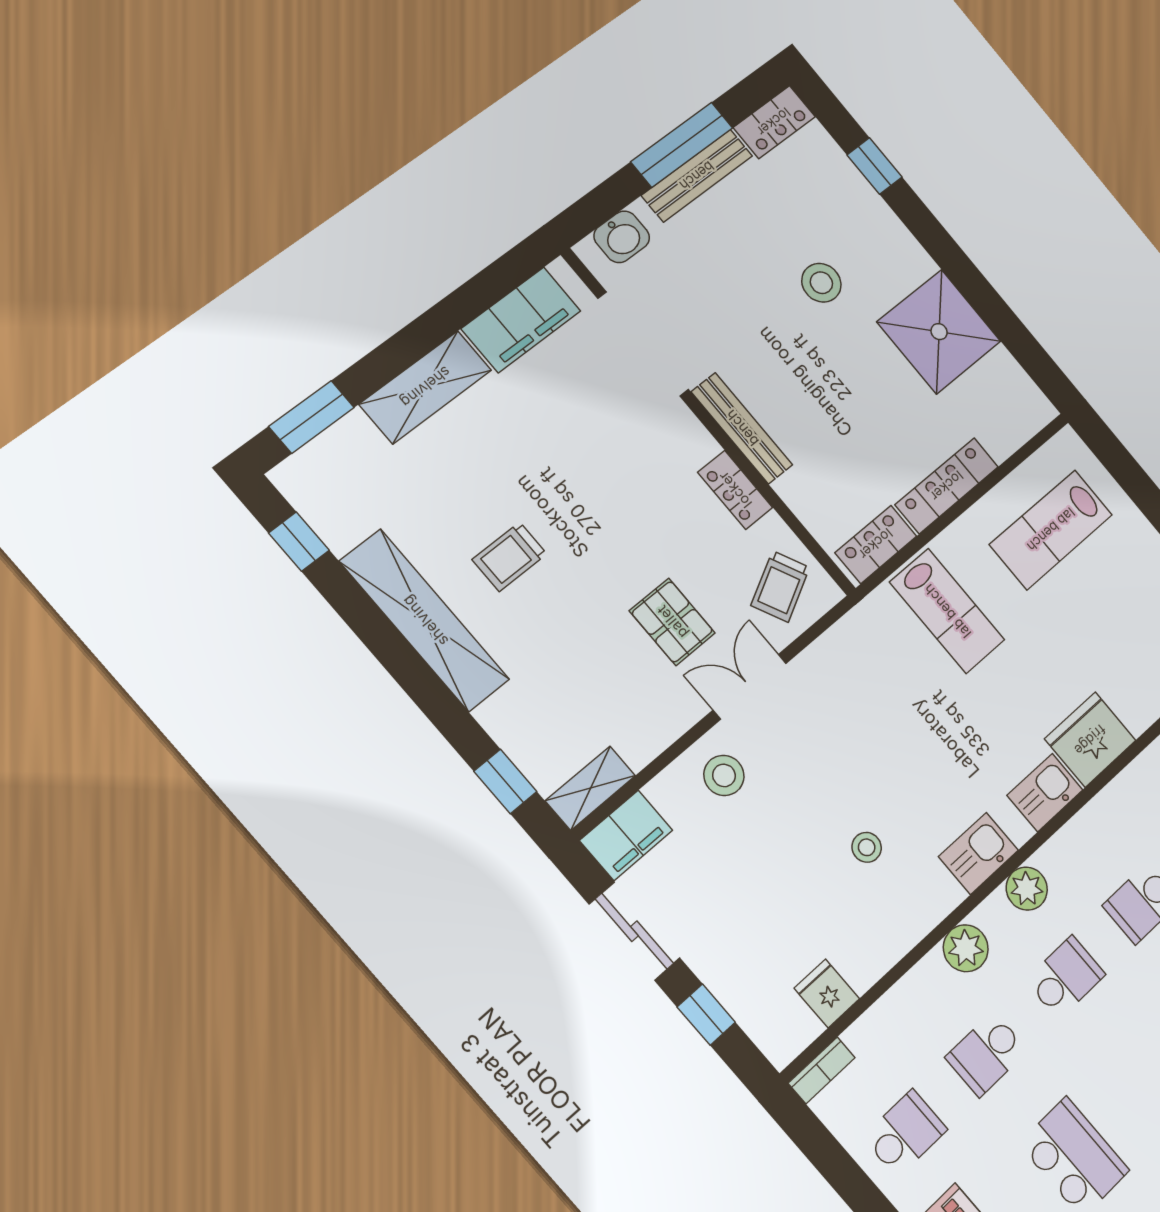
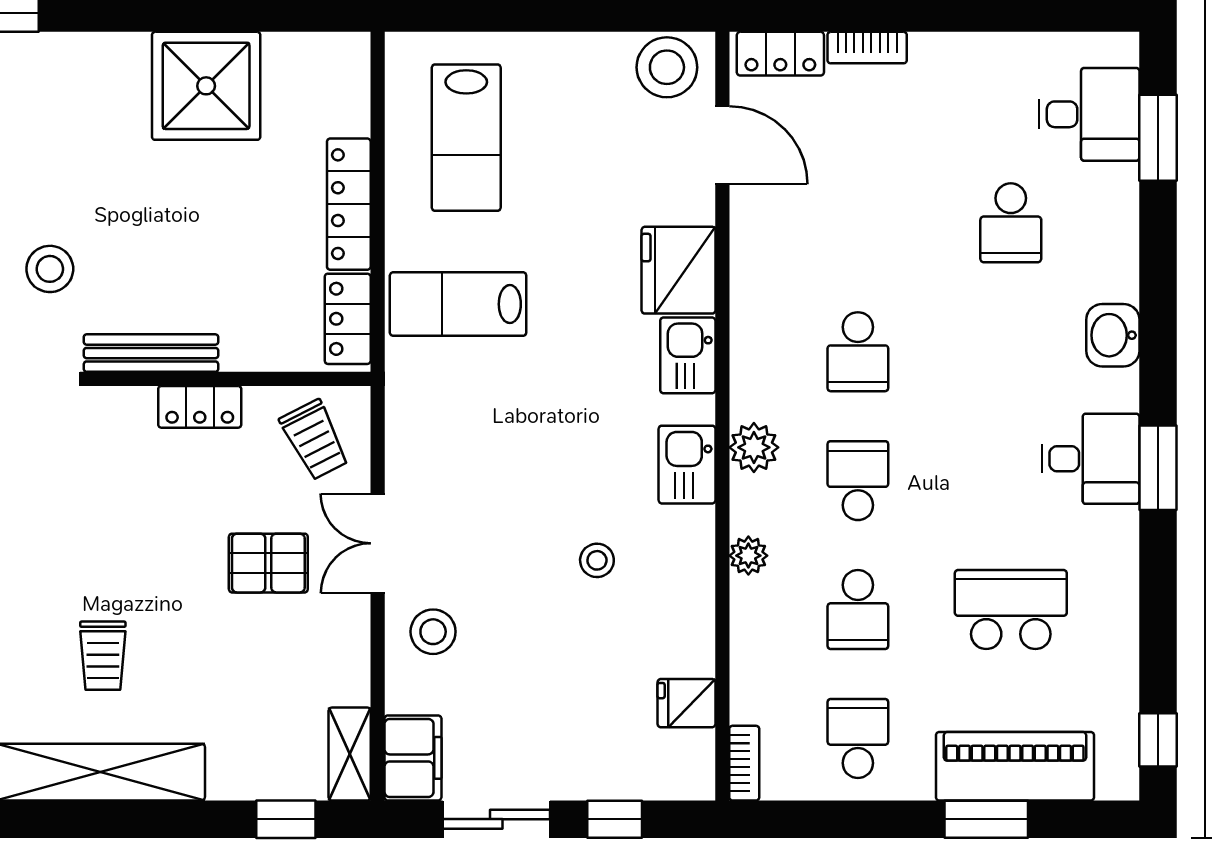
stool: (821, 283) -> (50, 269), moved
lab bench: (947, 611) -> (458, 304), turned 180
plant: (966, 948) -> (748, 556), width x0.73, depth x0.73

